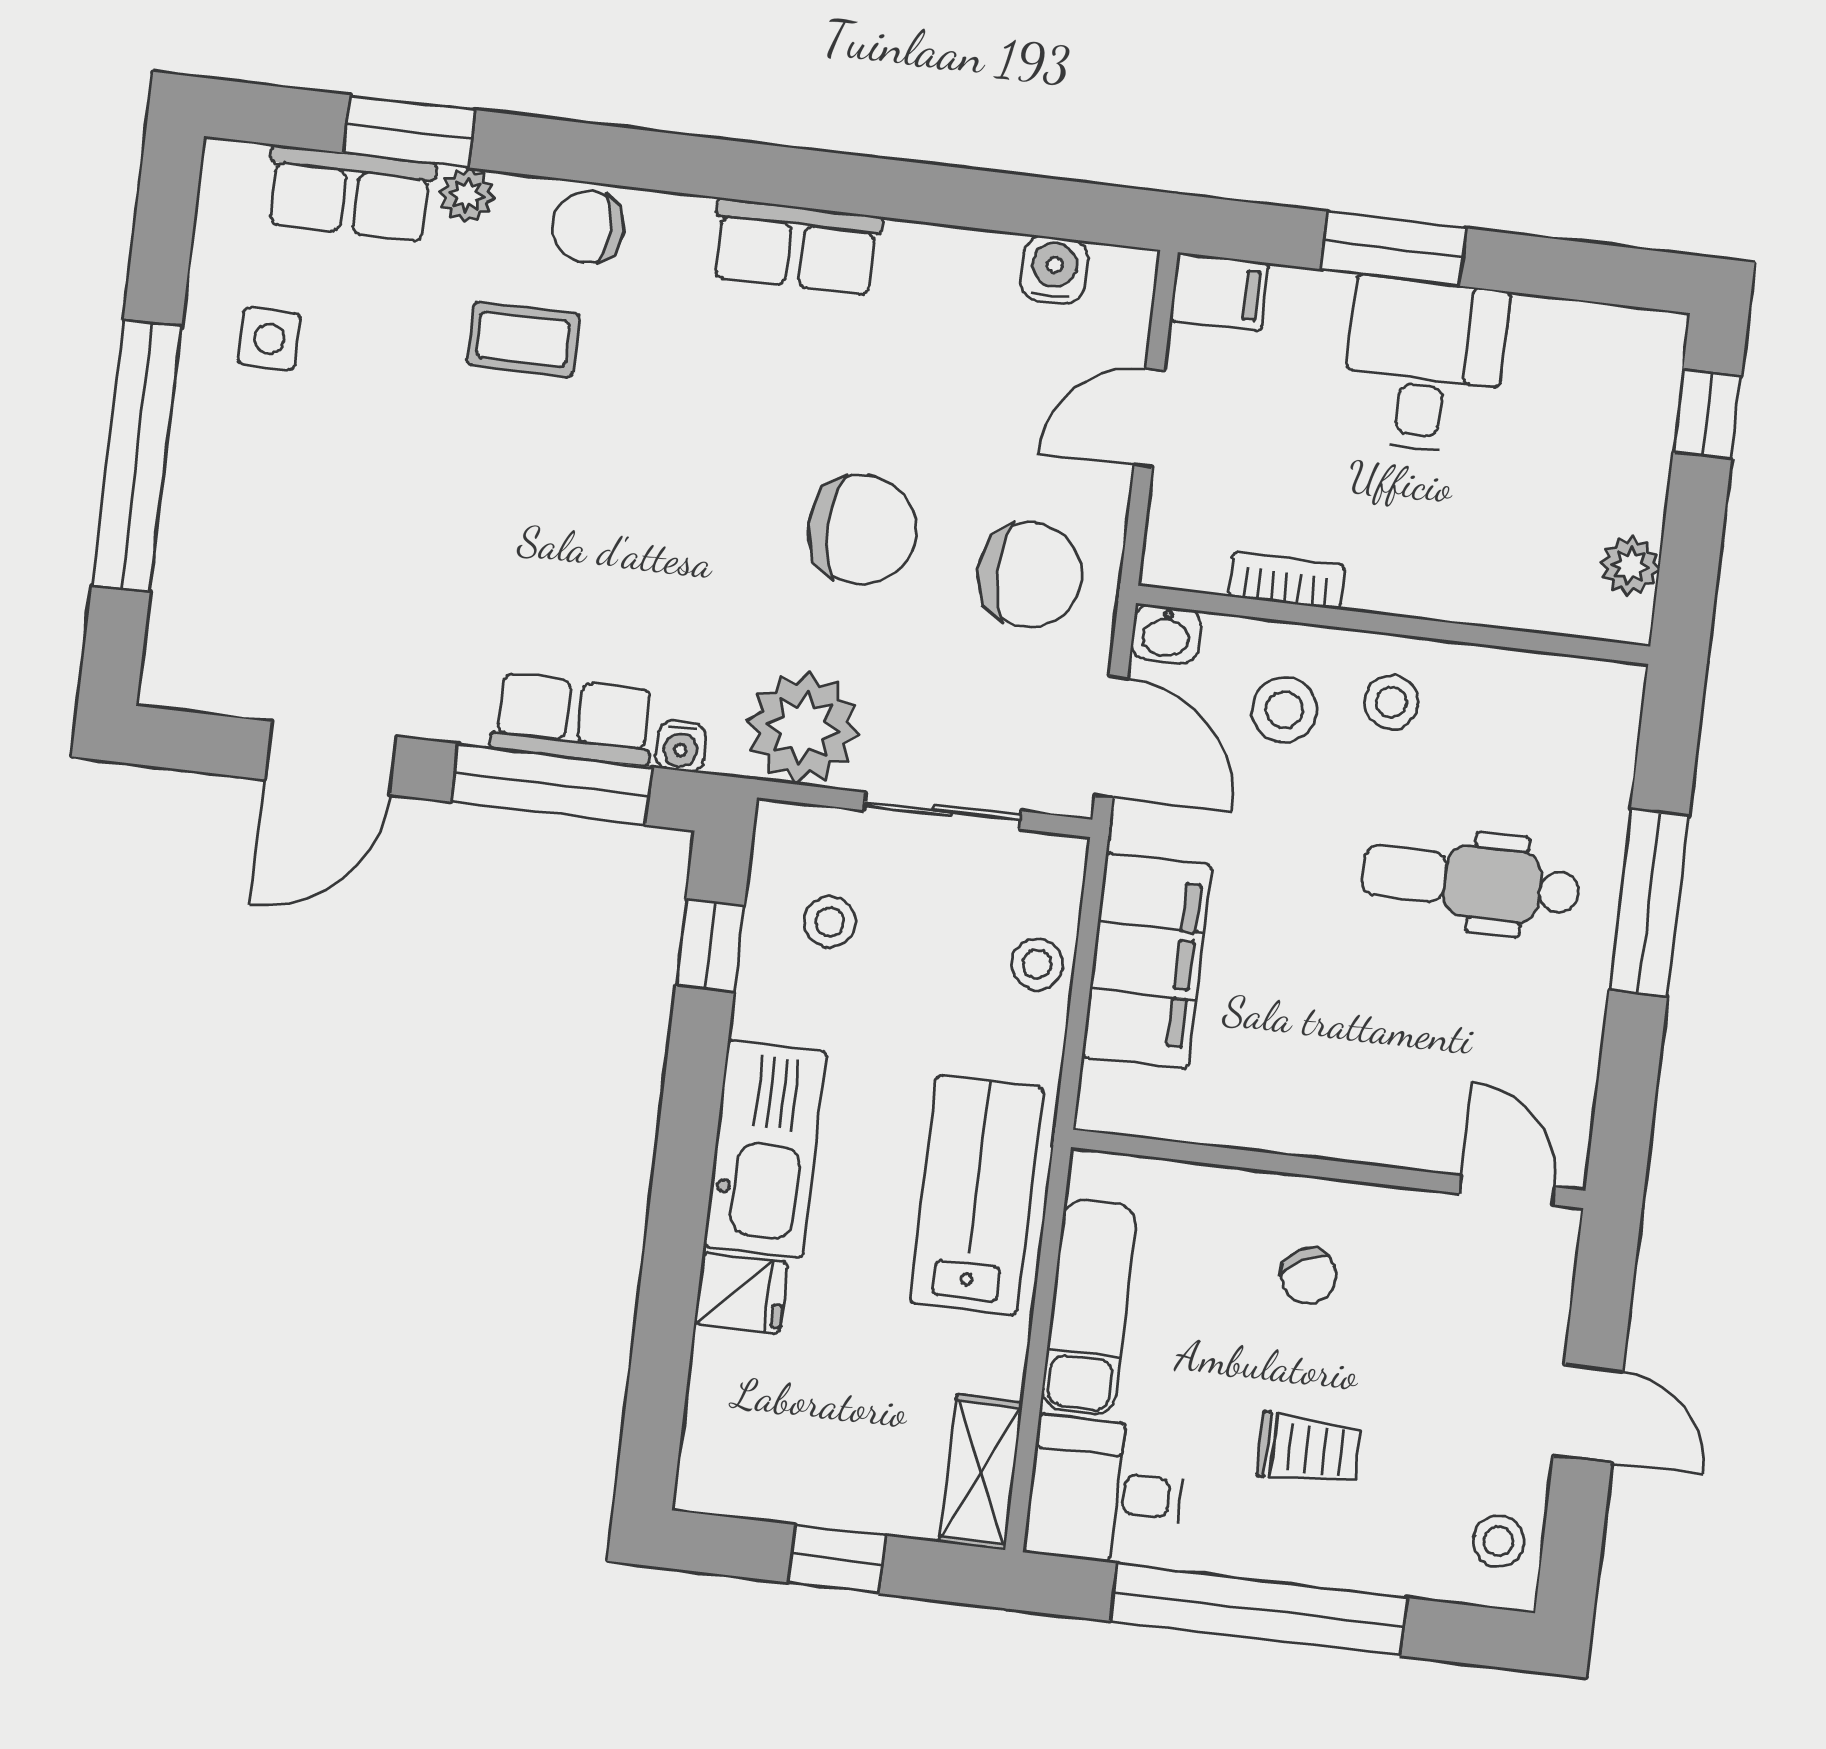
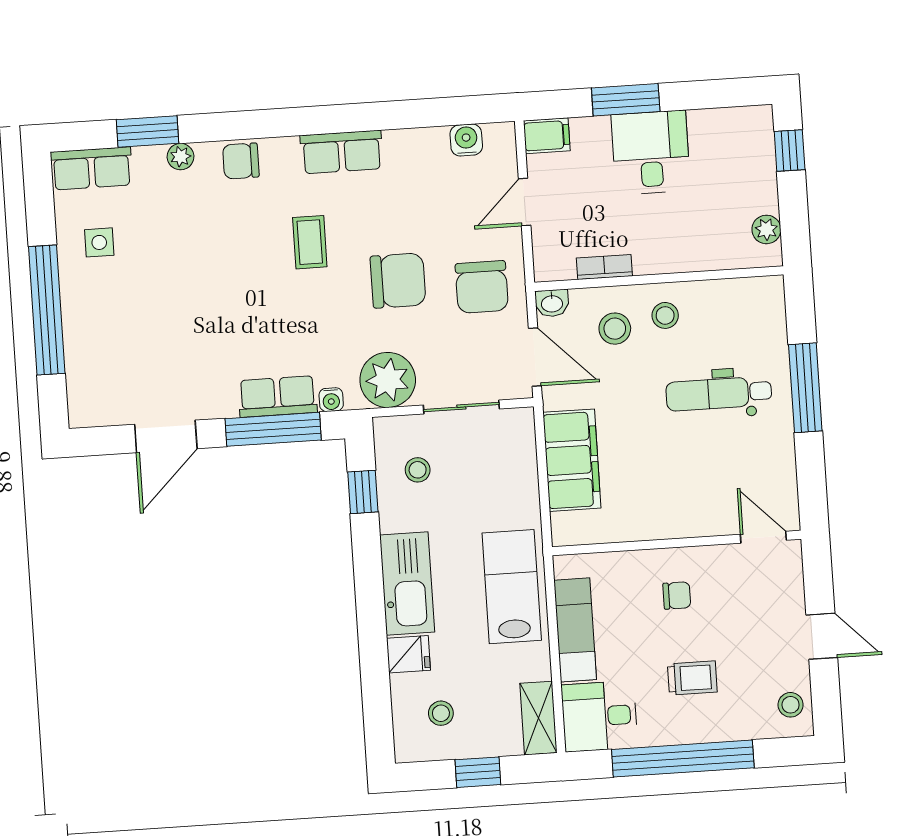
row of seats: (350, 193) -> (92, 168), moved
coffee table: (523, 339) -> (310, 242), moved, turned 90
chair: (1030, 575) -> (482, 287), turned 90
stool: (1037, 964) -> (441, 713), moved
chair: (1309, 1276) -> (677, 595), turned -60

